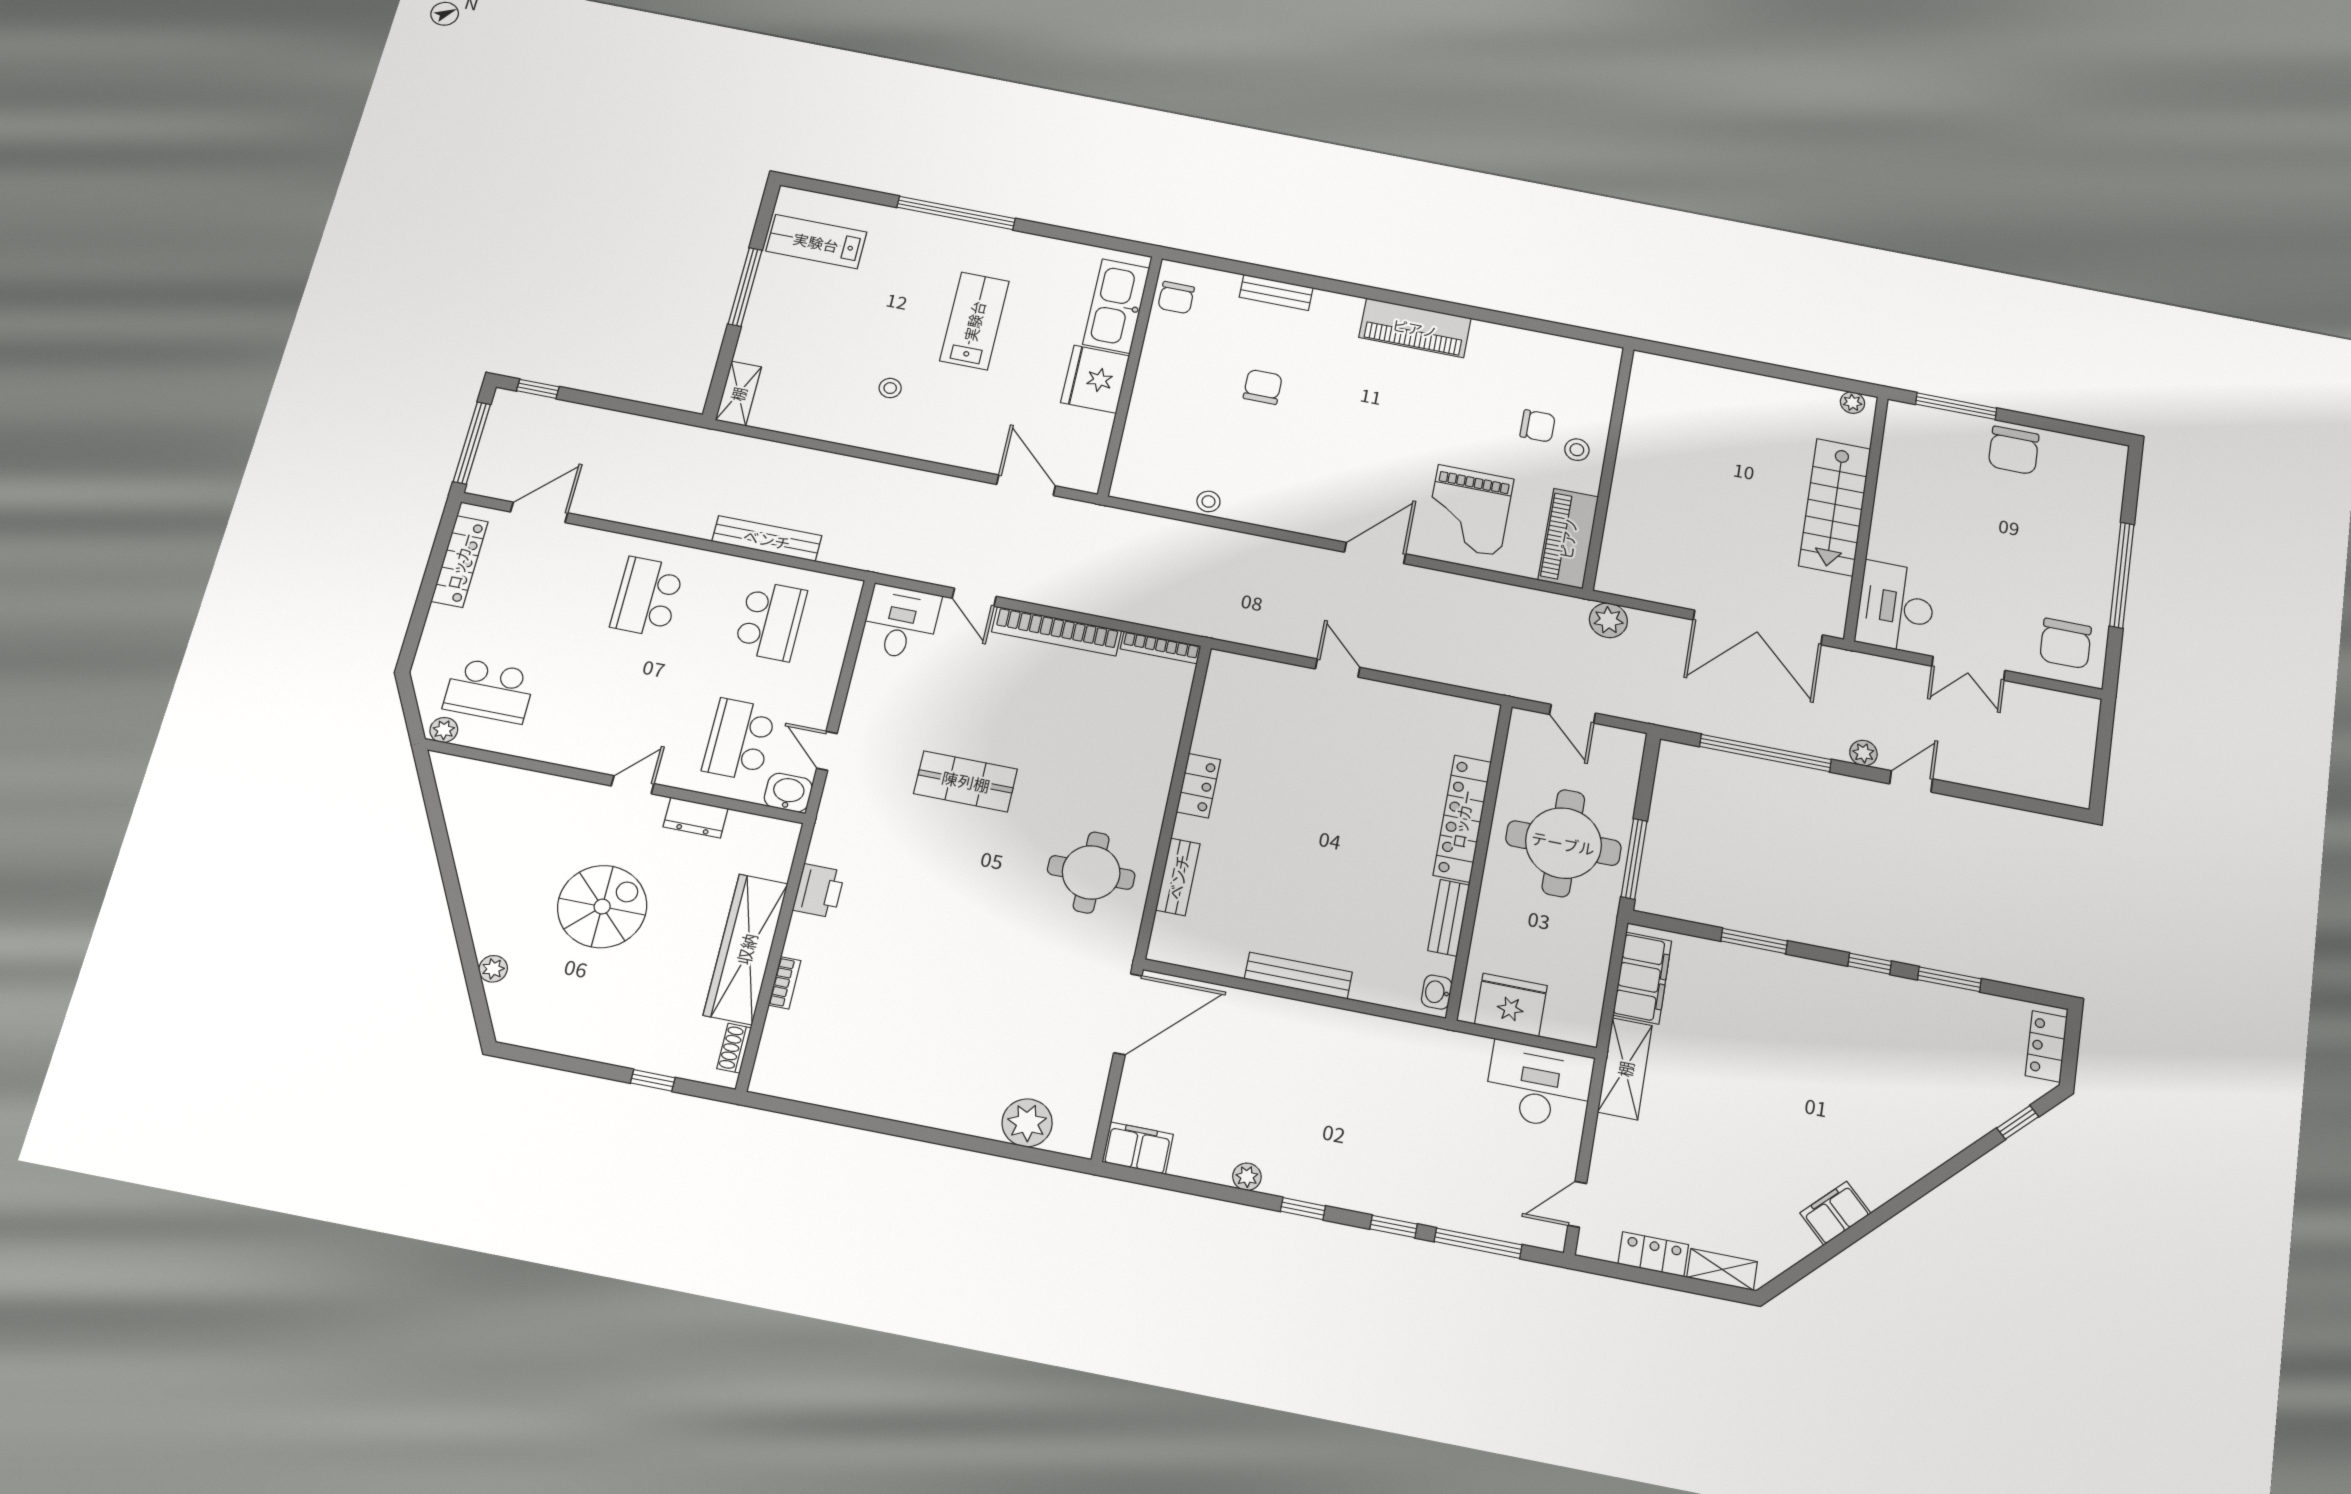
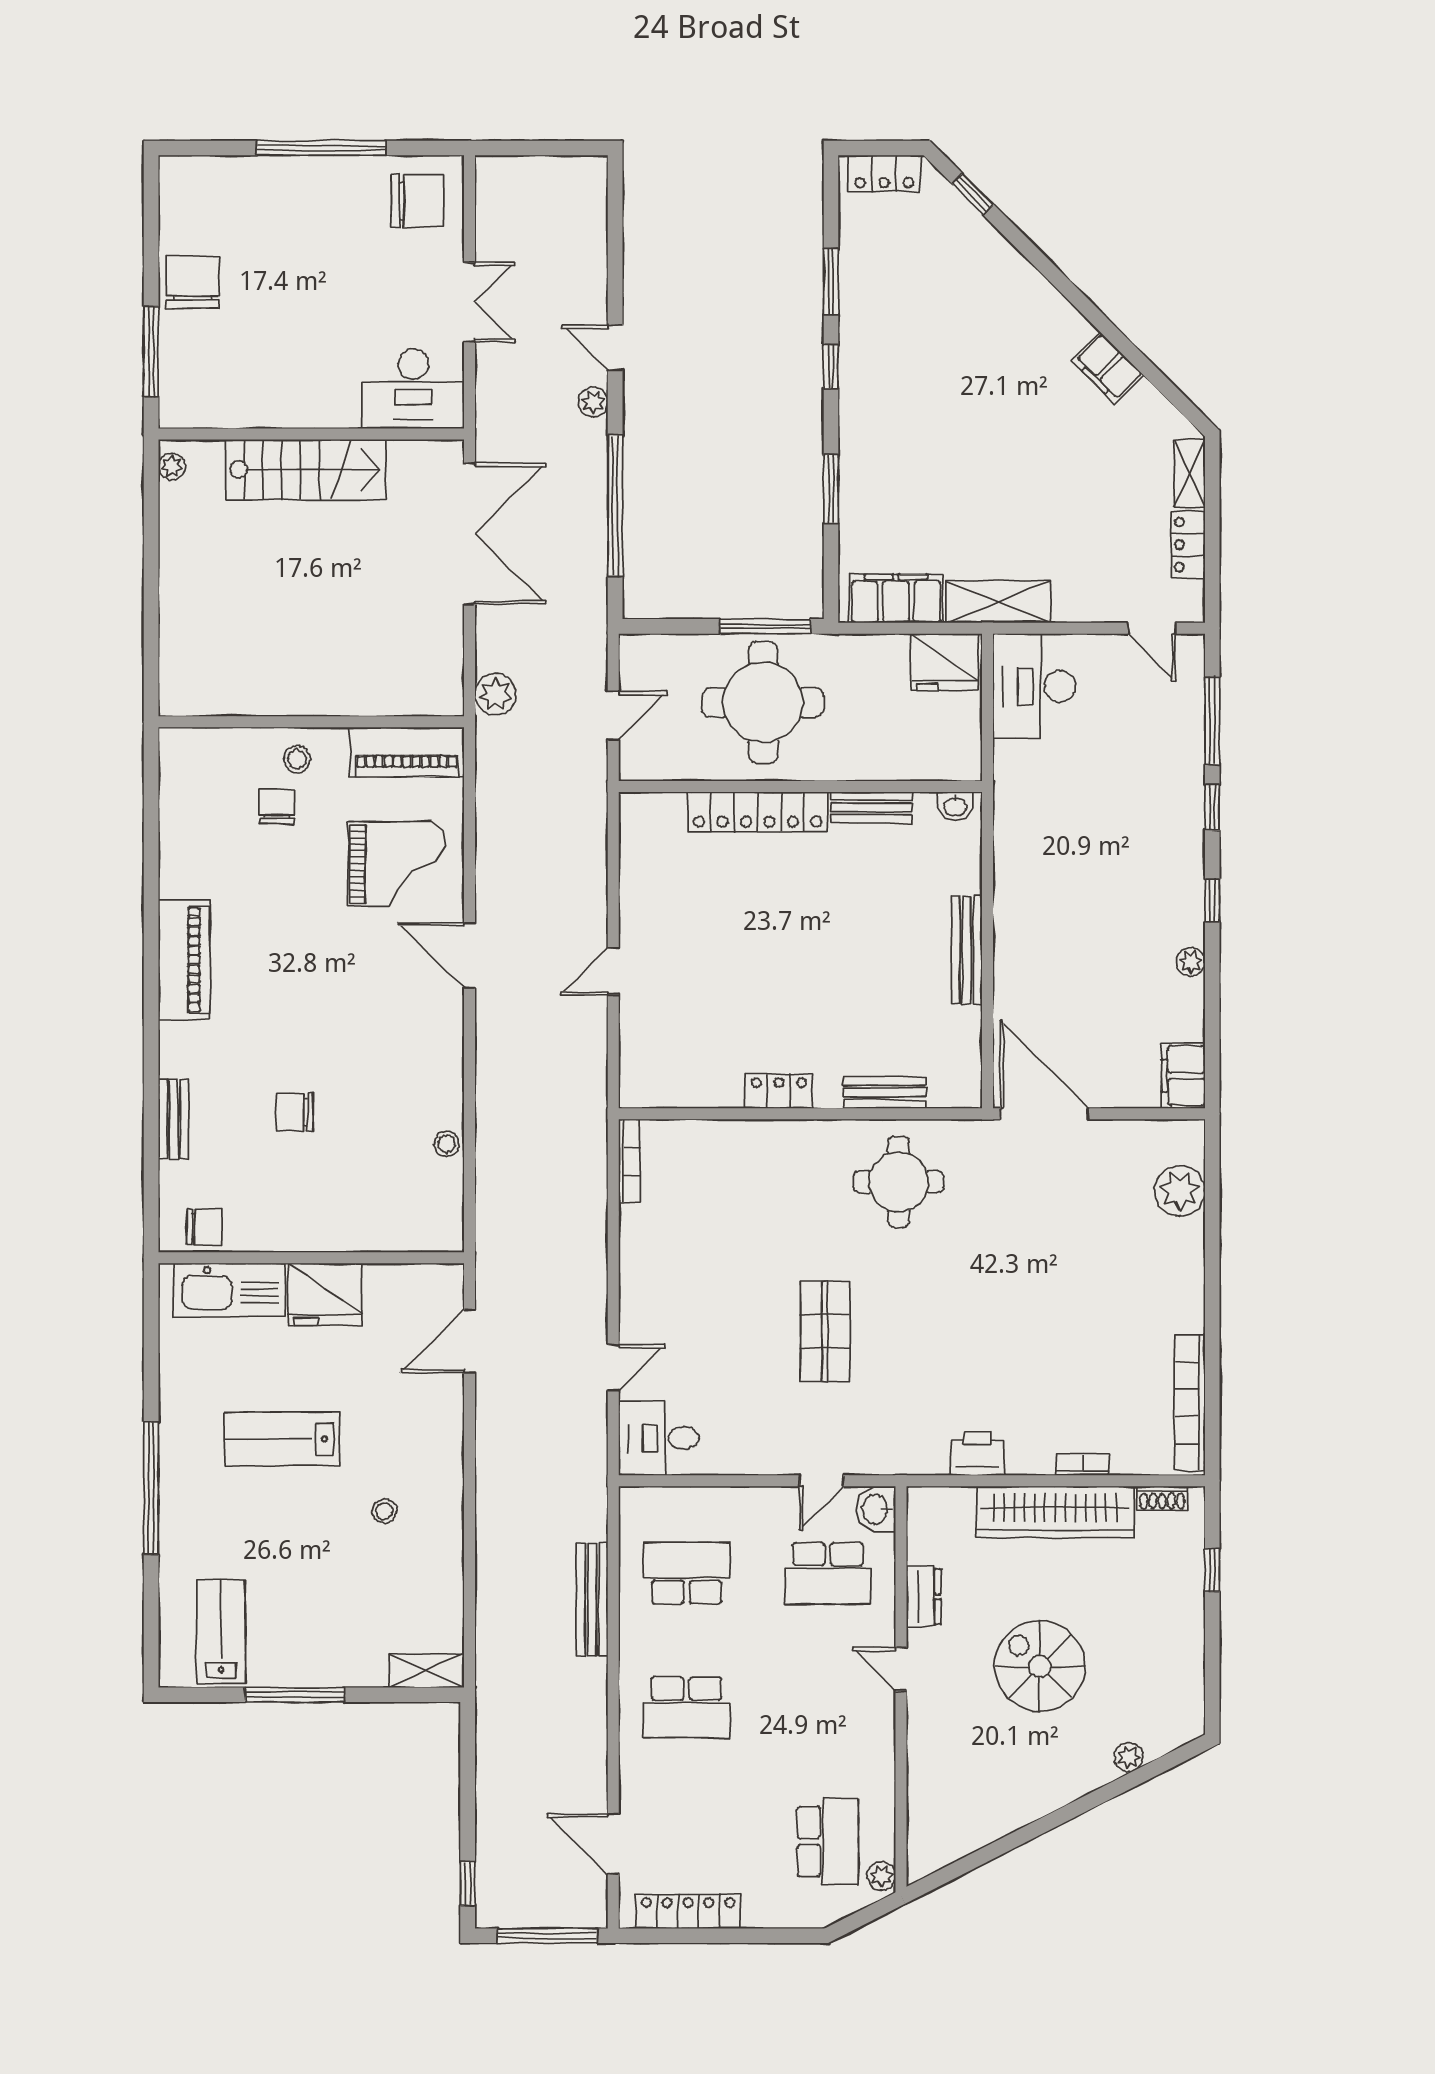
lab bench: (816, 242) -> (221, 1631), turned 180
chair: (2014, 450) -> (193, 282), turned -90
bookcase: (1057, 631) -> (1190, 1403), moved, turned 180
fridge: (1511, 1005) -> (945, 662), moved, turned -90

